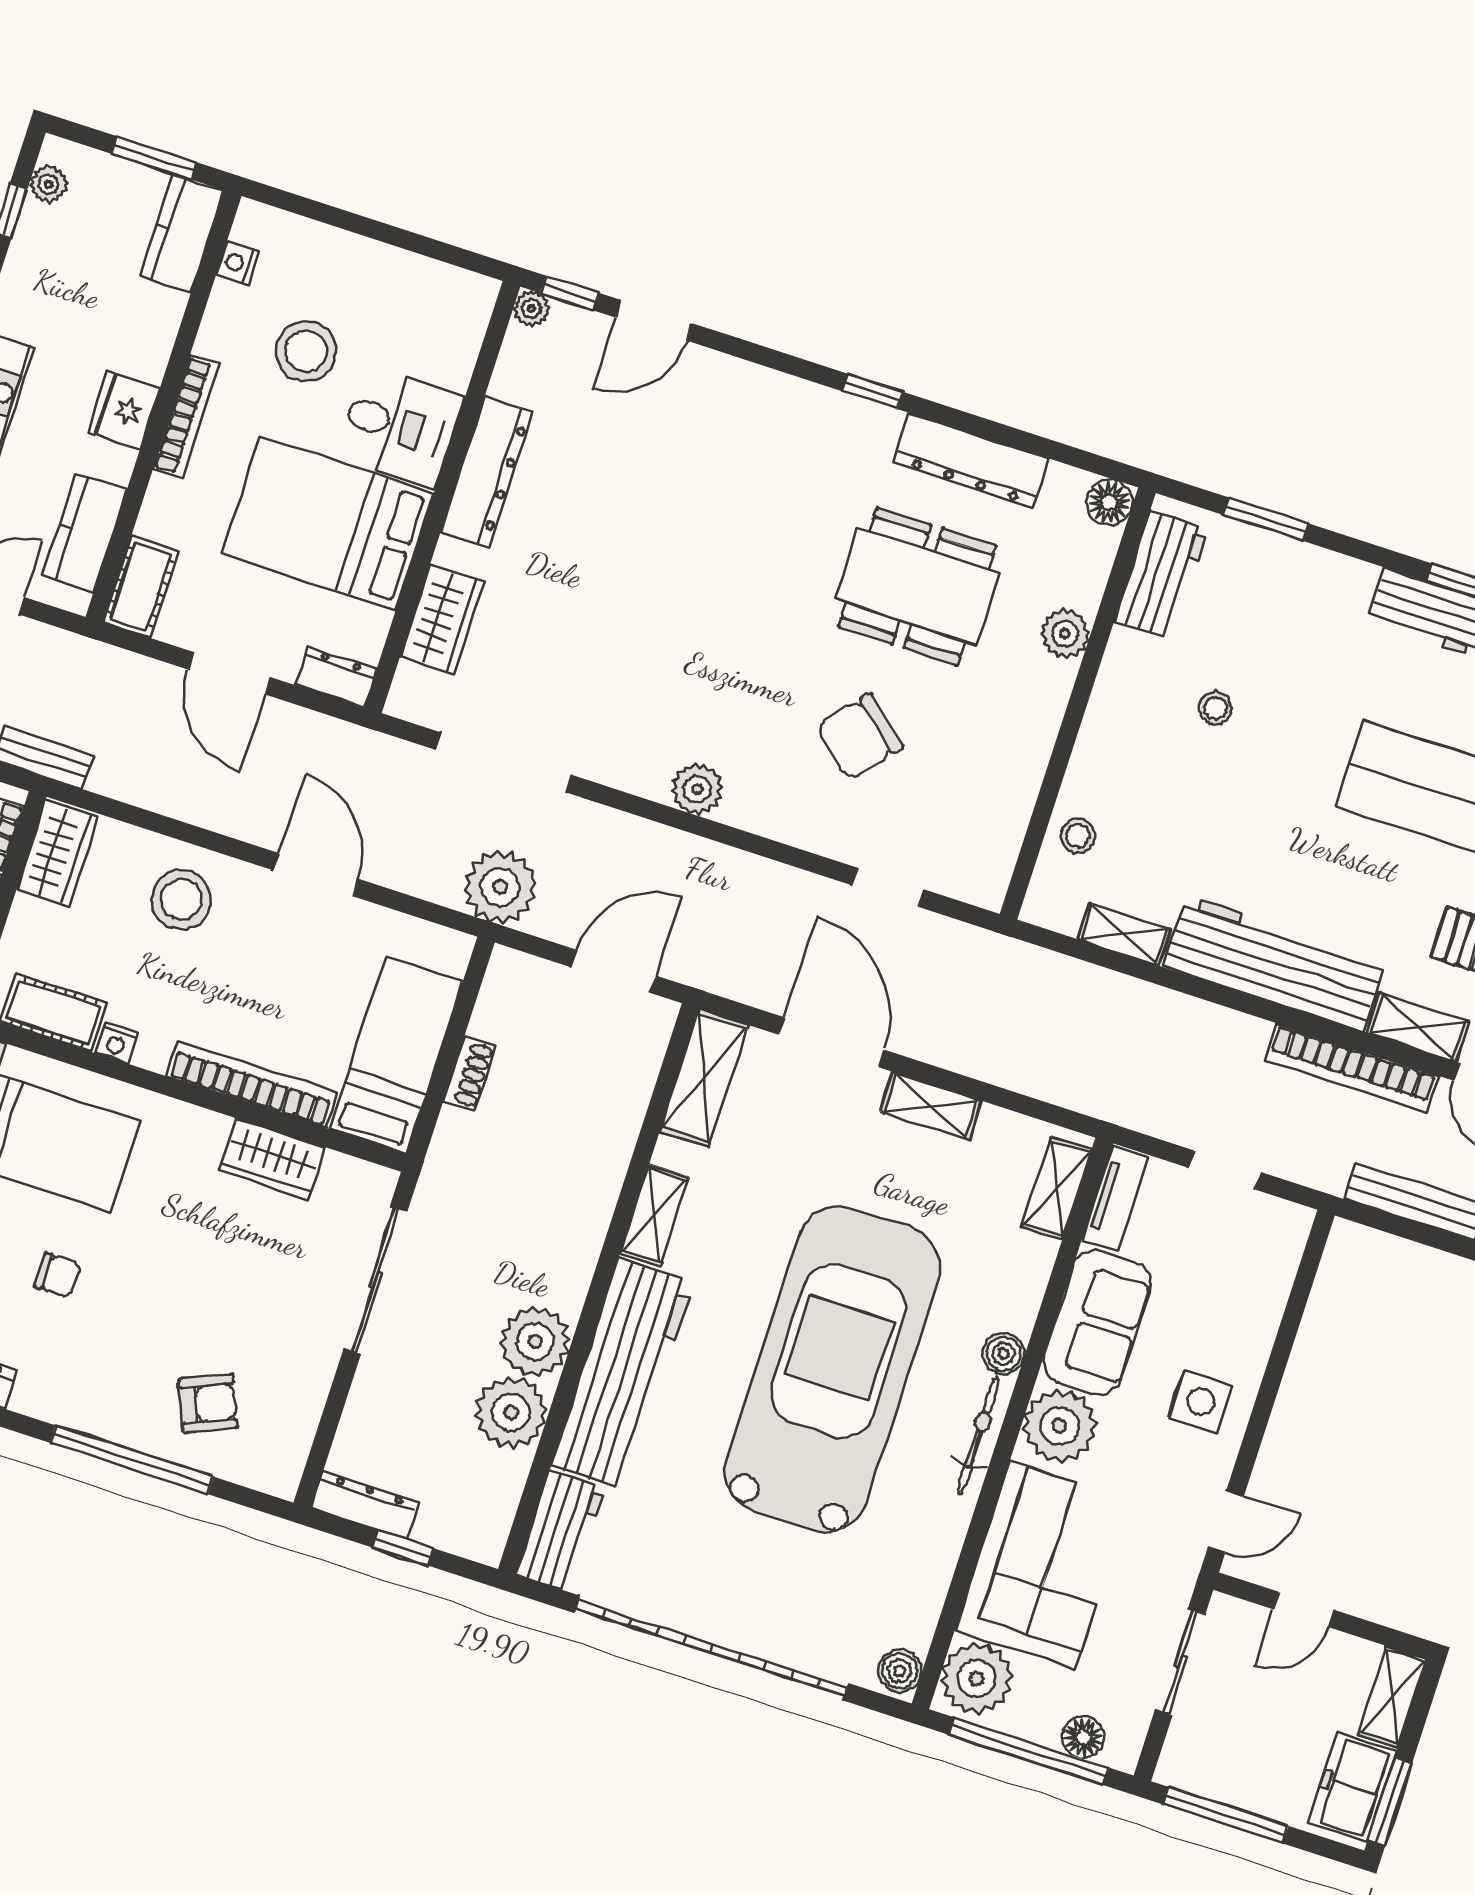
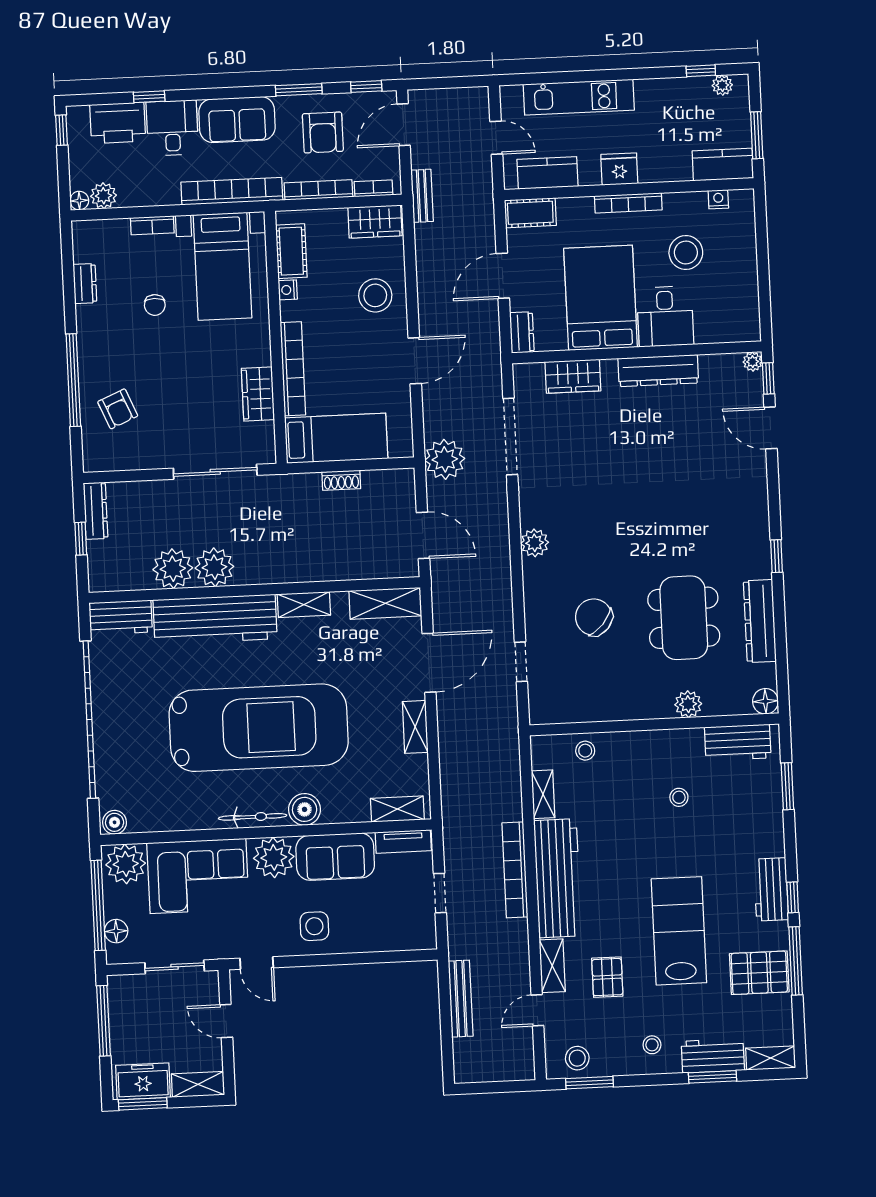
bookcase: (1352, 1068) -> (515, 870), moved
boiler: (1003, 1354) -> (305, 809), width x1.36, depth x1.36

